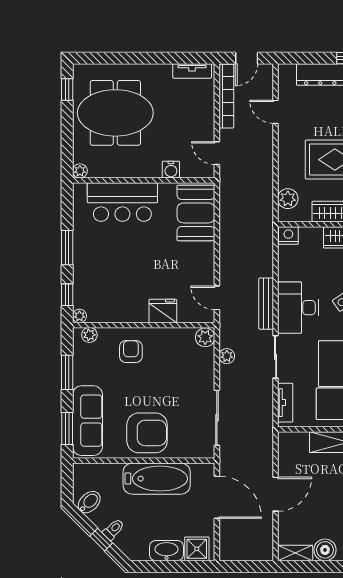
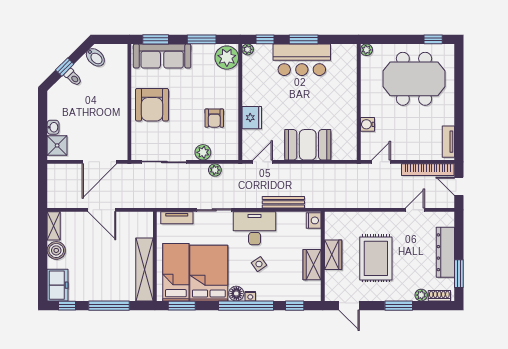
meeting table: (115, 113) -> (414, 79), turned 90
plant: (288, 199) -> (344, 220), removed
bar counter: (122, 202) -> (302, 60), moved, turned -90
booth: (196, 213) -> (308, 145), moved
bench: (266, 304) -> (283, 202), moved
plant: (89, 335) -> (227, 58), width x1.88, depth x1.88
plant: (205, 337) -> (203, 152), moved
armchair: (131, 352) -> (214, 118), moved, turned 90
bathtub: (157, 479) -> (115, 113), removed
washbasin: (166, 551) -> (53, 127), width x0.52, depth x0.69

